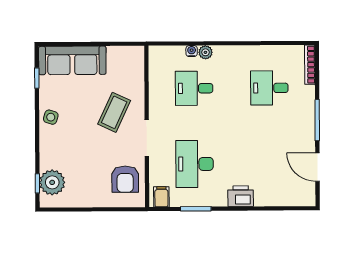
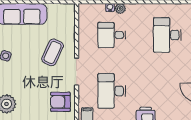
desk: (269, 88) -> (167, 35), width x1.37
armchair: (125, 179) -> (60, 102), turned 90

